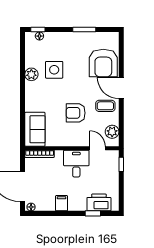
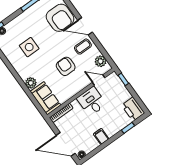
plant: (31, 74) -> (31, 83), moved
armchair: (76, 113) -> (66, 66), turned 90
printer: (99, 202) -> (133, 109), moved, turned -90

